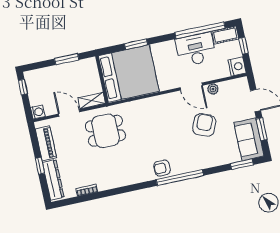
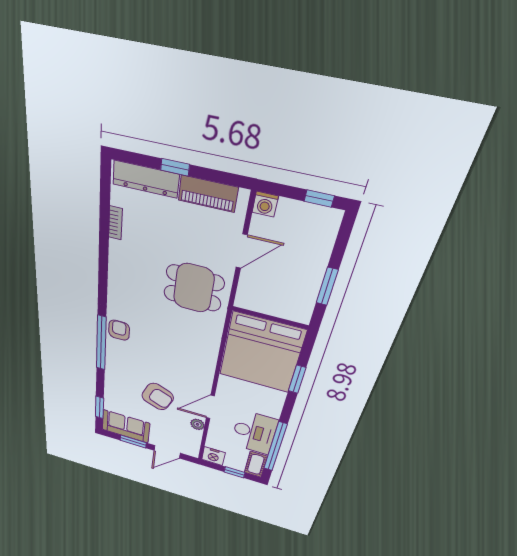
shelving: (92, 101) -> (246, 291), removed
dining table: (106, 131) -> (194, 288), turned 90

